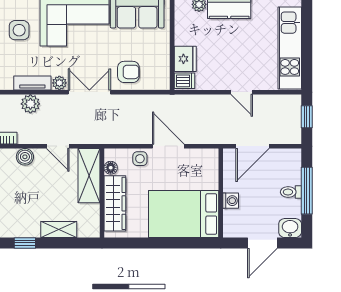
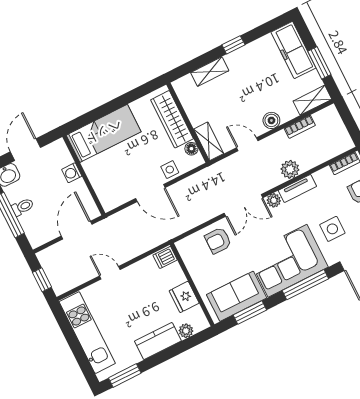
fridge: (185, 59) -> (184, 297), moved
shelving: (89, 176) -> (209, 141), width x0.67, depth x0.75
bed: (184, 214) -> (104, 133), width x0.67

